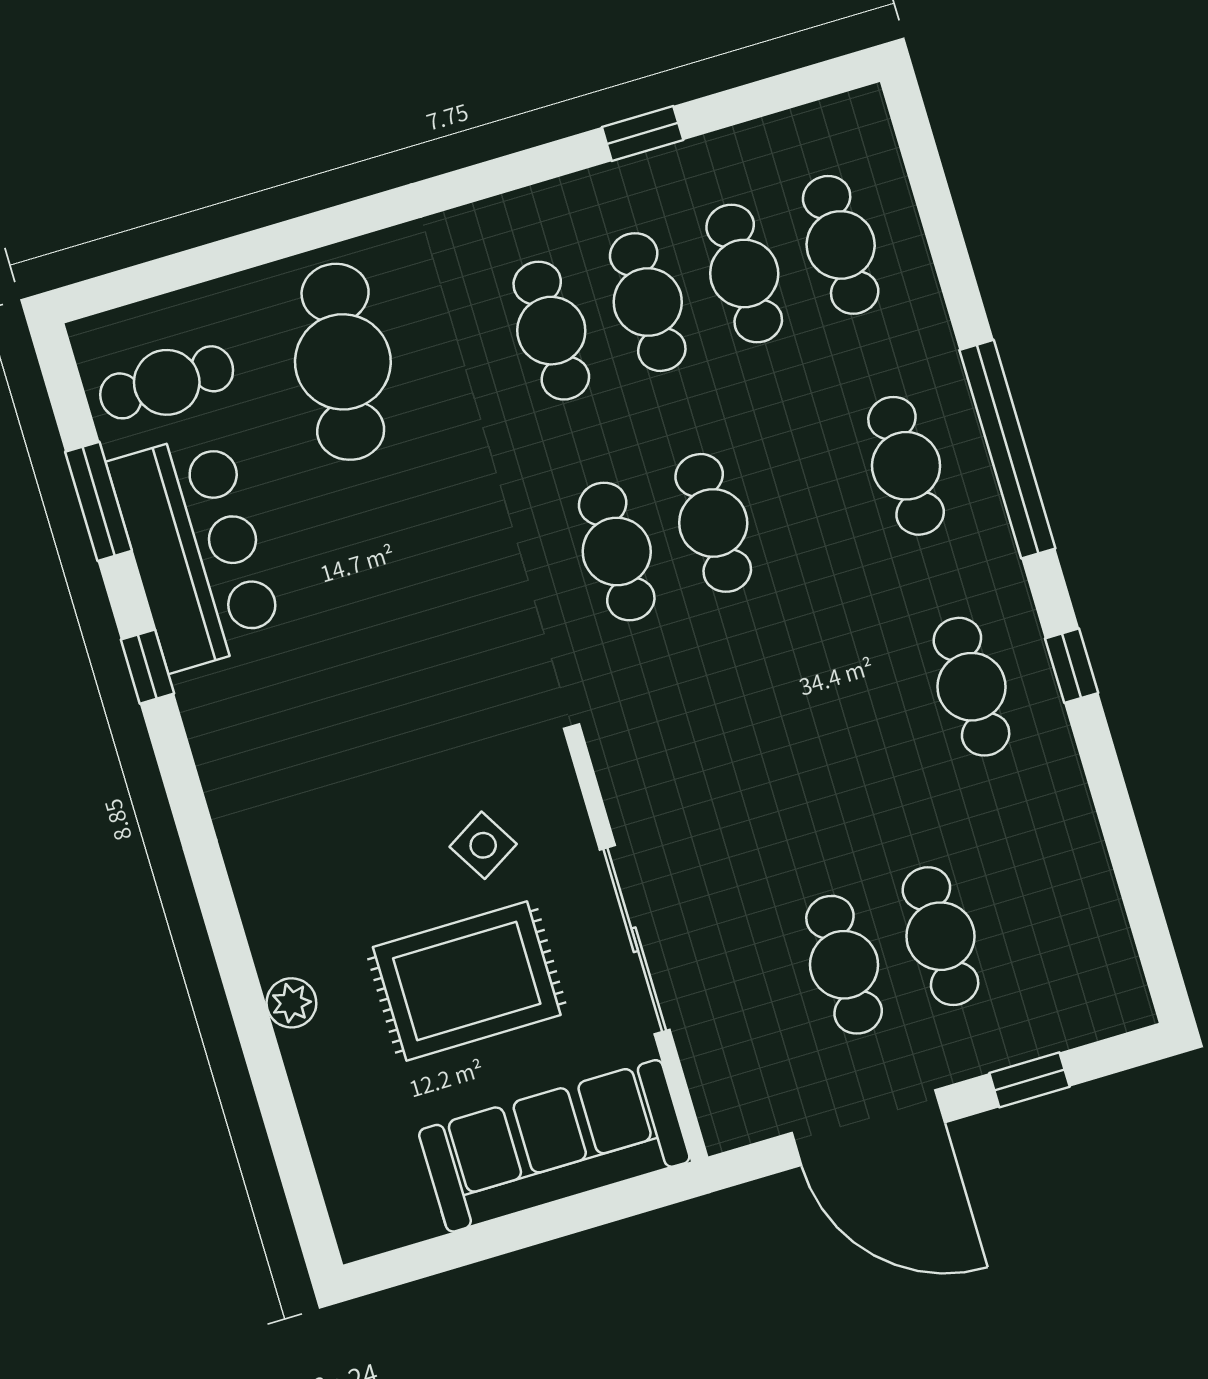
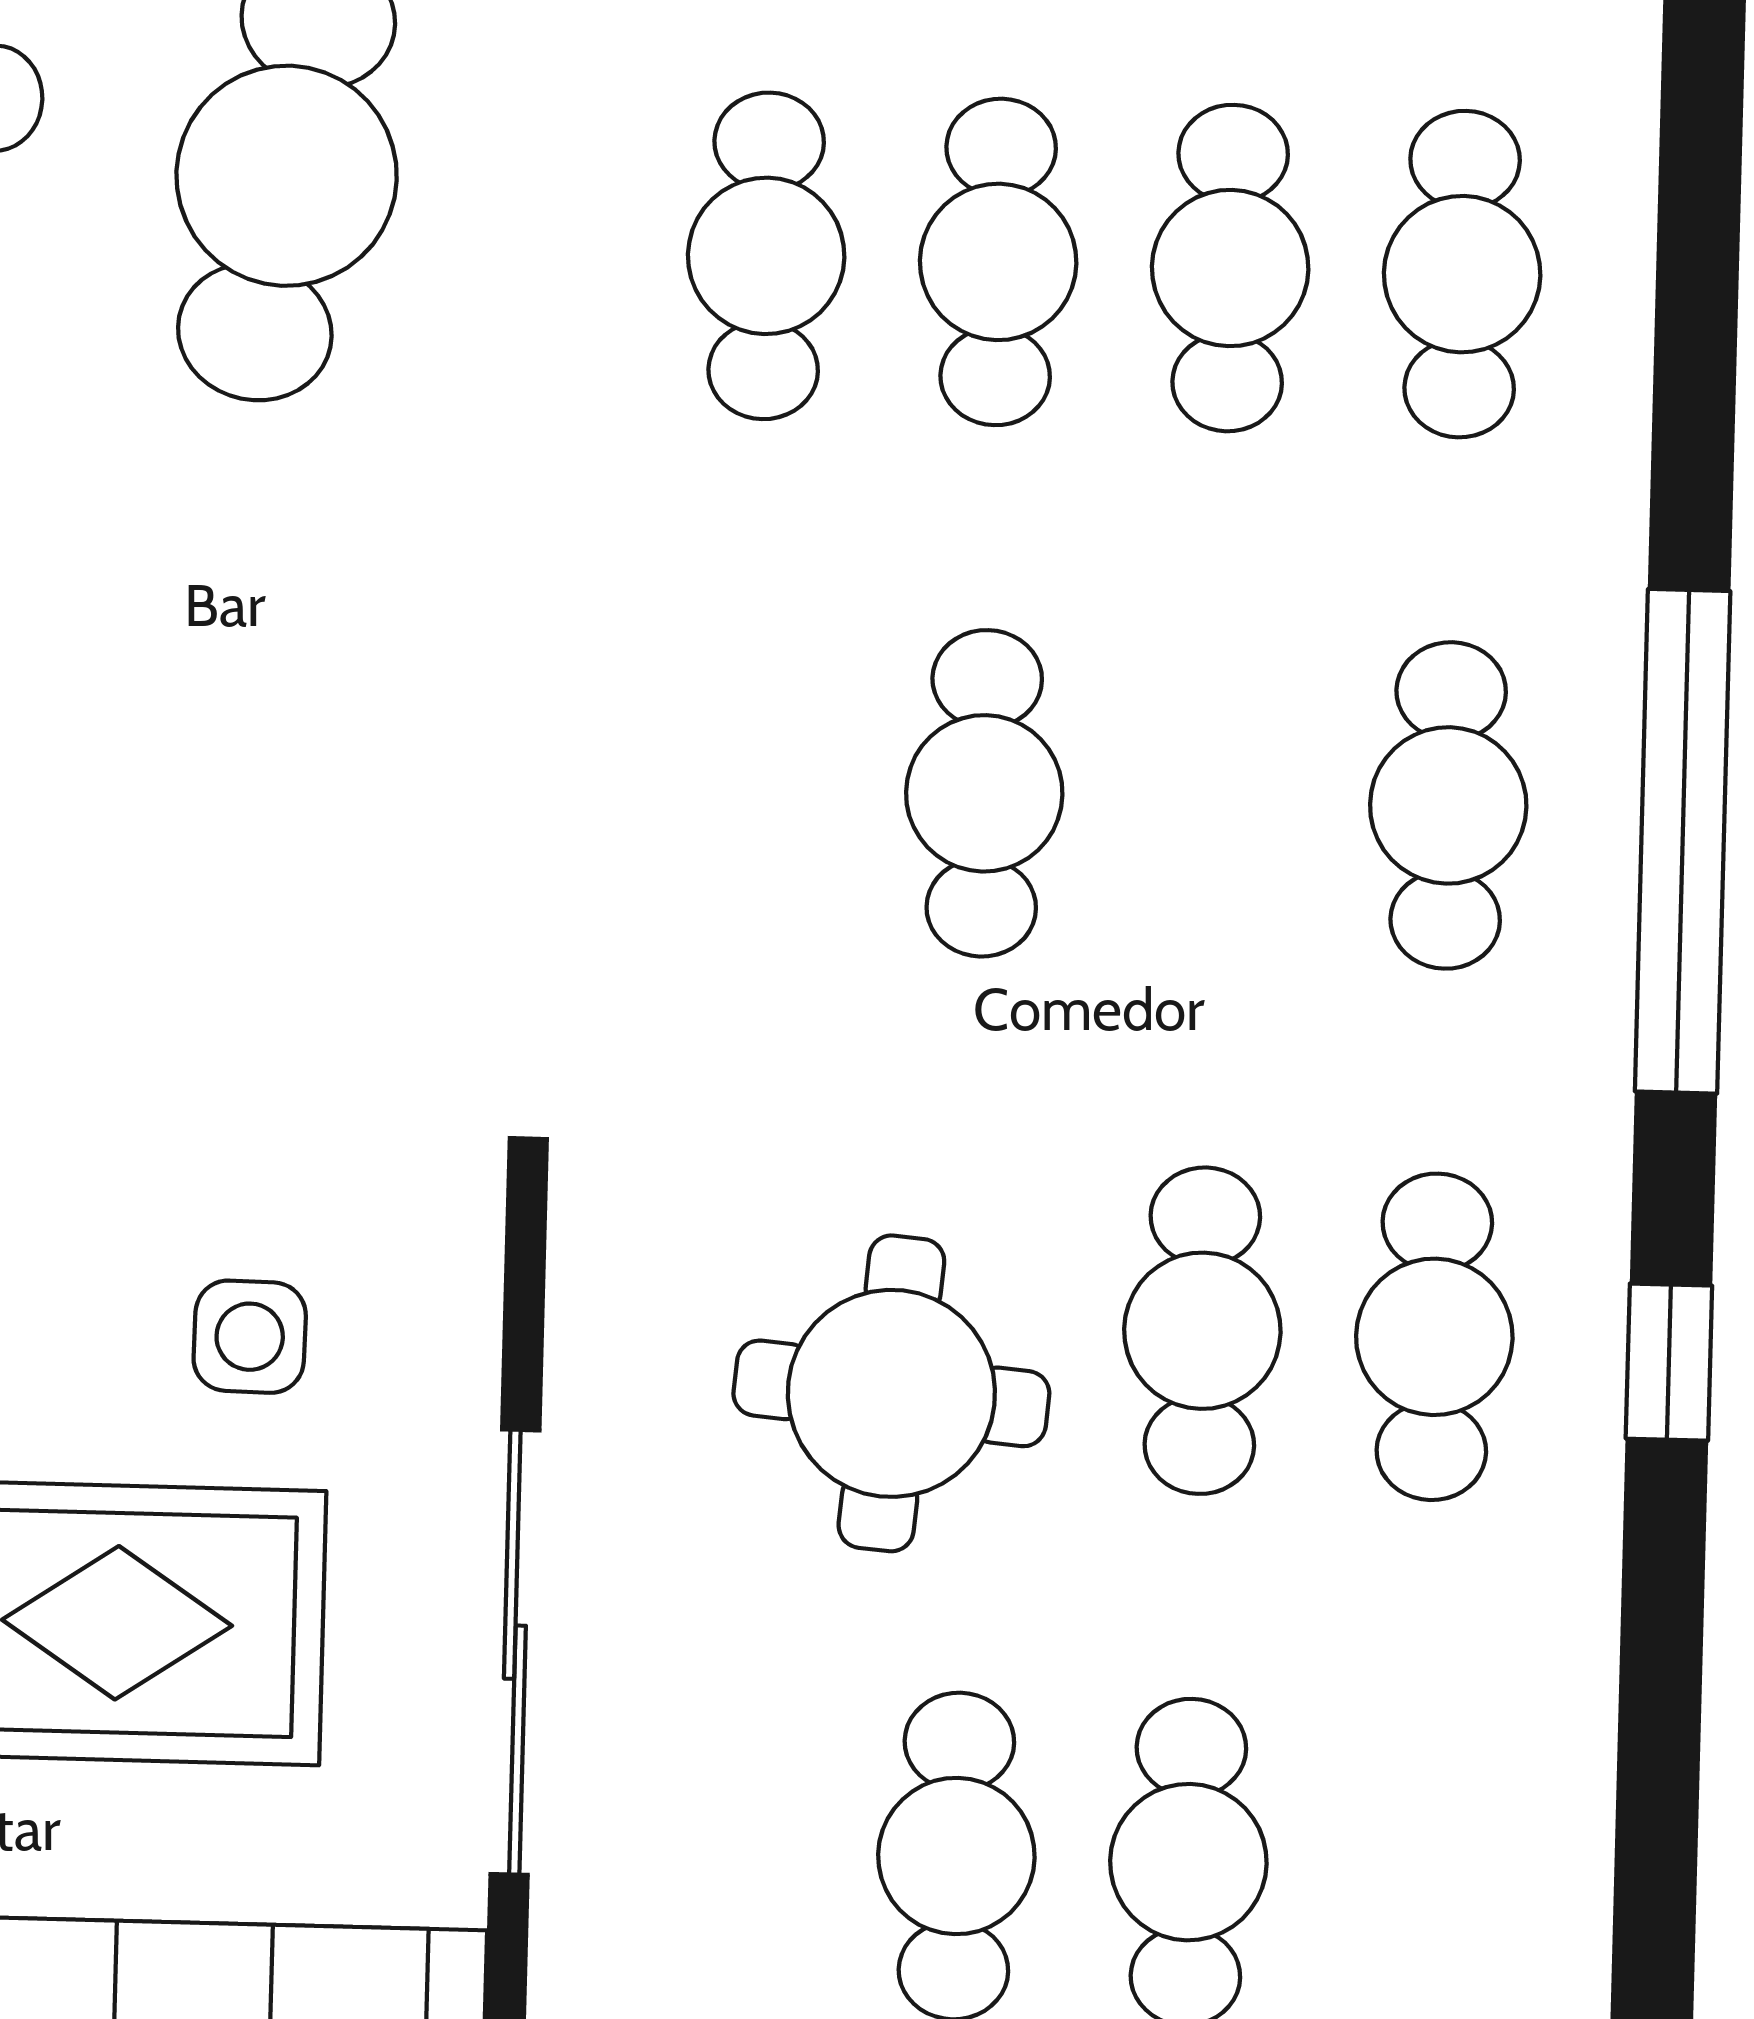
cafe table: (617, 551) -> (1202, 1331), moved
round table: (755, 783) -> (891, 1393), added
side table: (483, 845) -> (250, 1337), turned 32

